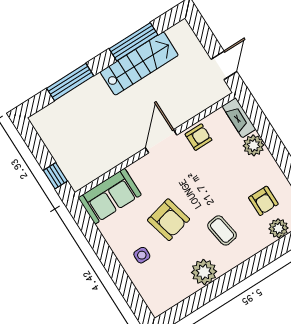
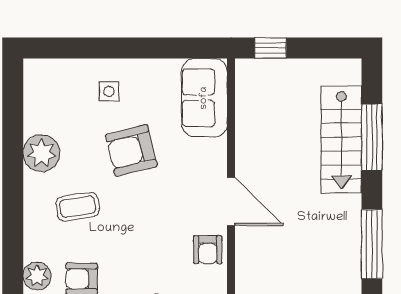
stairs: (139, 64) -> (341, 139), moved

